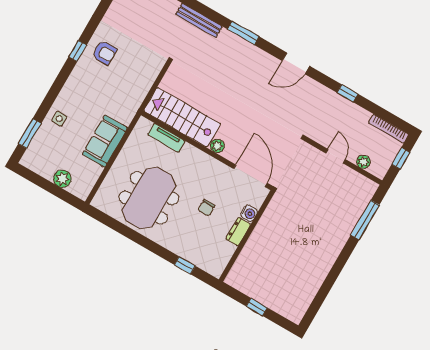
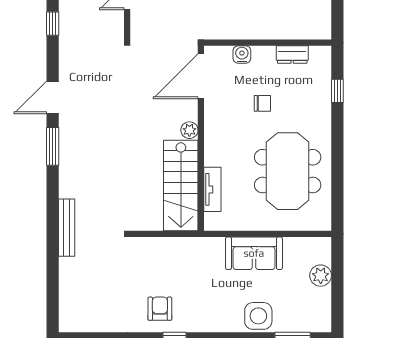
window: (243, 33) -> (53, 146), moved
door: (296, 63) -> (53, 97), swing flipped
side table: (59, 119) -> (258, 316), width x1.87, depth x1.87
meeting table: (149, 198) -> (288, 171), turned 90
dresser: (238, 232) -> (292, 55), moved

